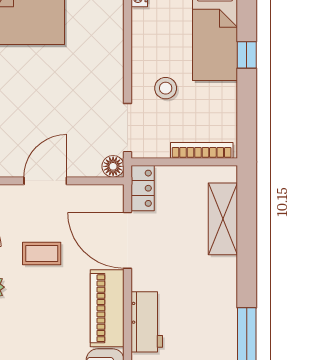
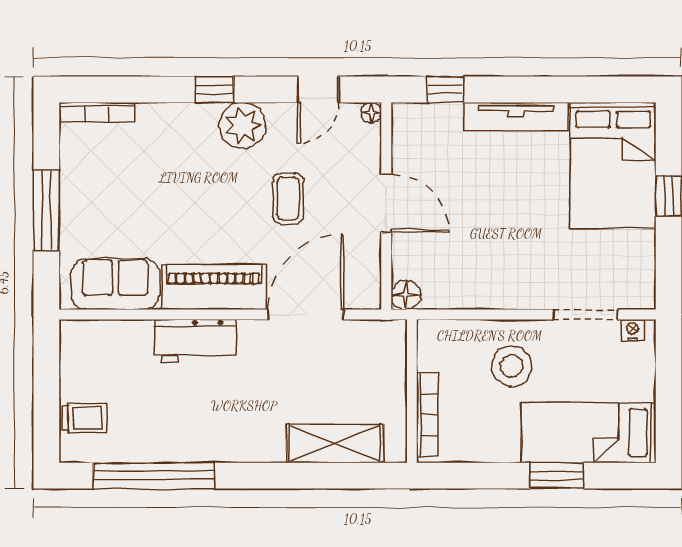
window: (247, 55) -> (557, 476), width x1.50
stool: (166, 88) -> (512, 366), width x1.38, depth x1.38
doorway: (128, 128) -> (585, 314), moved
locker: (143, 188) -> (376, 335), removed

